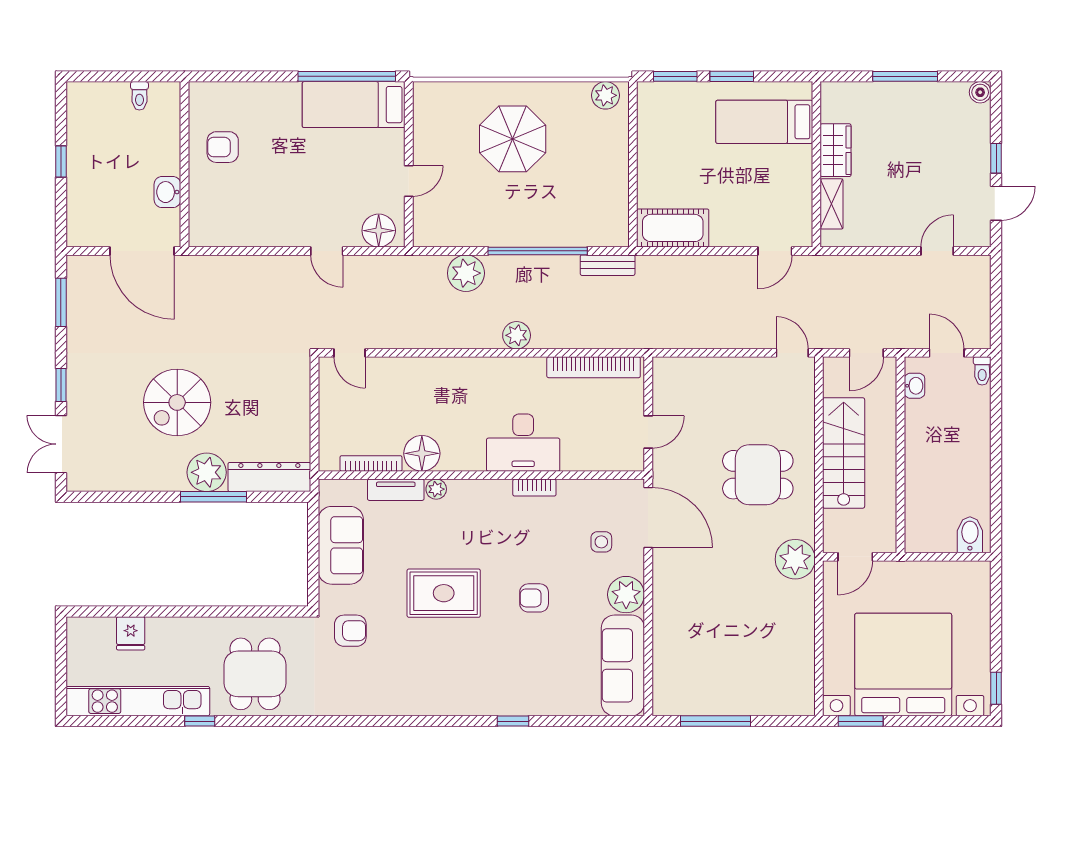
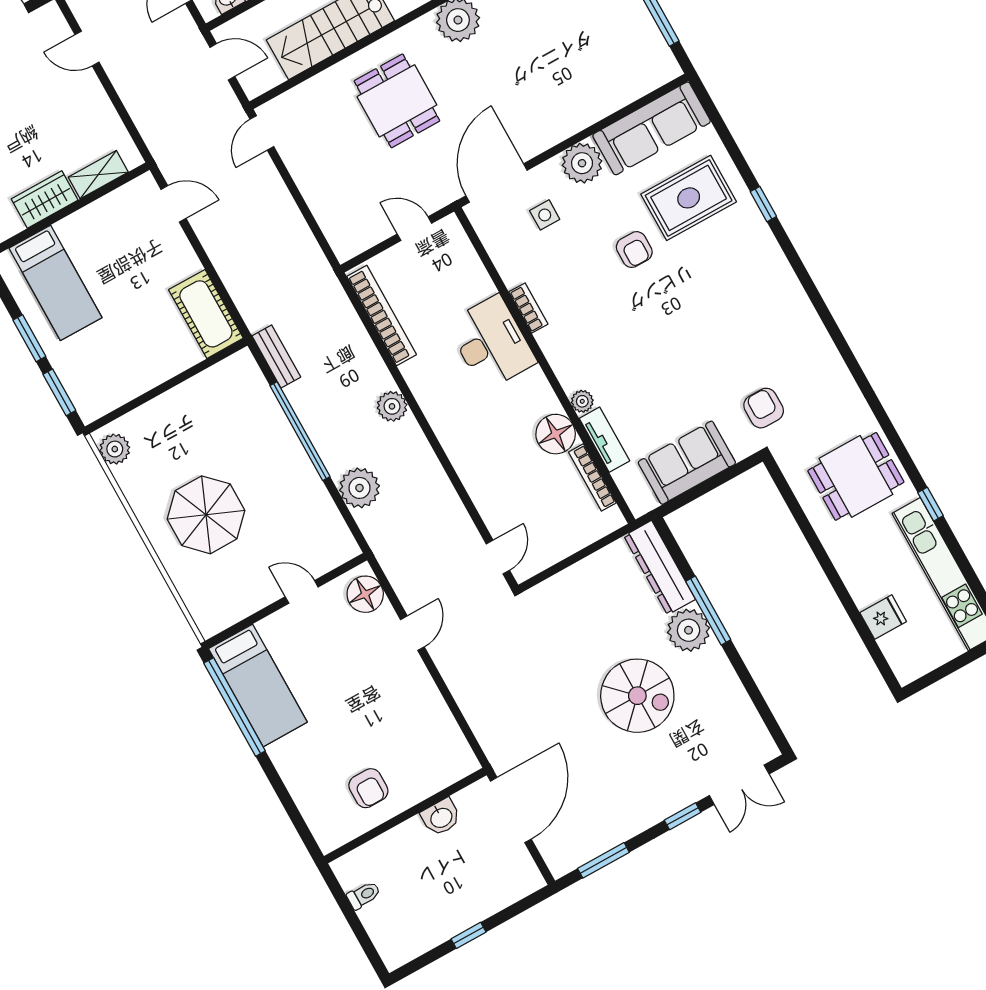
rug: (444, 593) -> (689, 198), moved, turned 90

